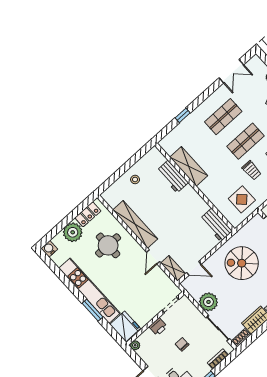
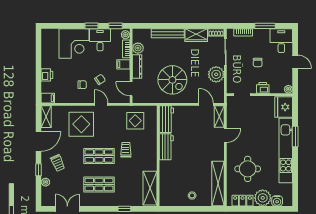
shelving: (189, 166) -> (150, 188), moved
trolley: (252, 170) -> (126, 150), moved
workbench: (173, 177) -> (166, 147), moved
shelving: (135, 224) -> (218, 184), moved
water cooler: (49, 249) -> (277, 201), moved

